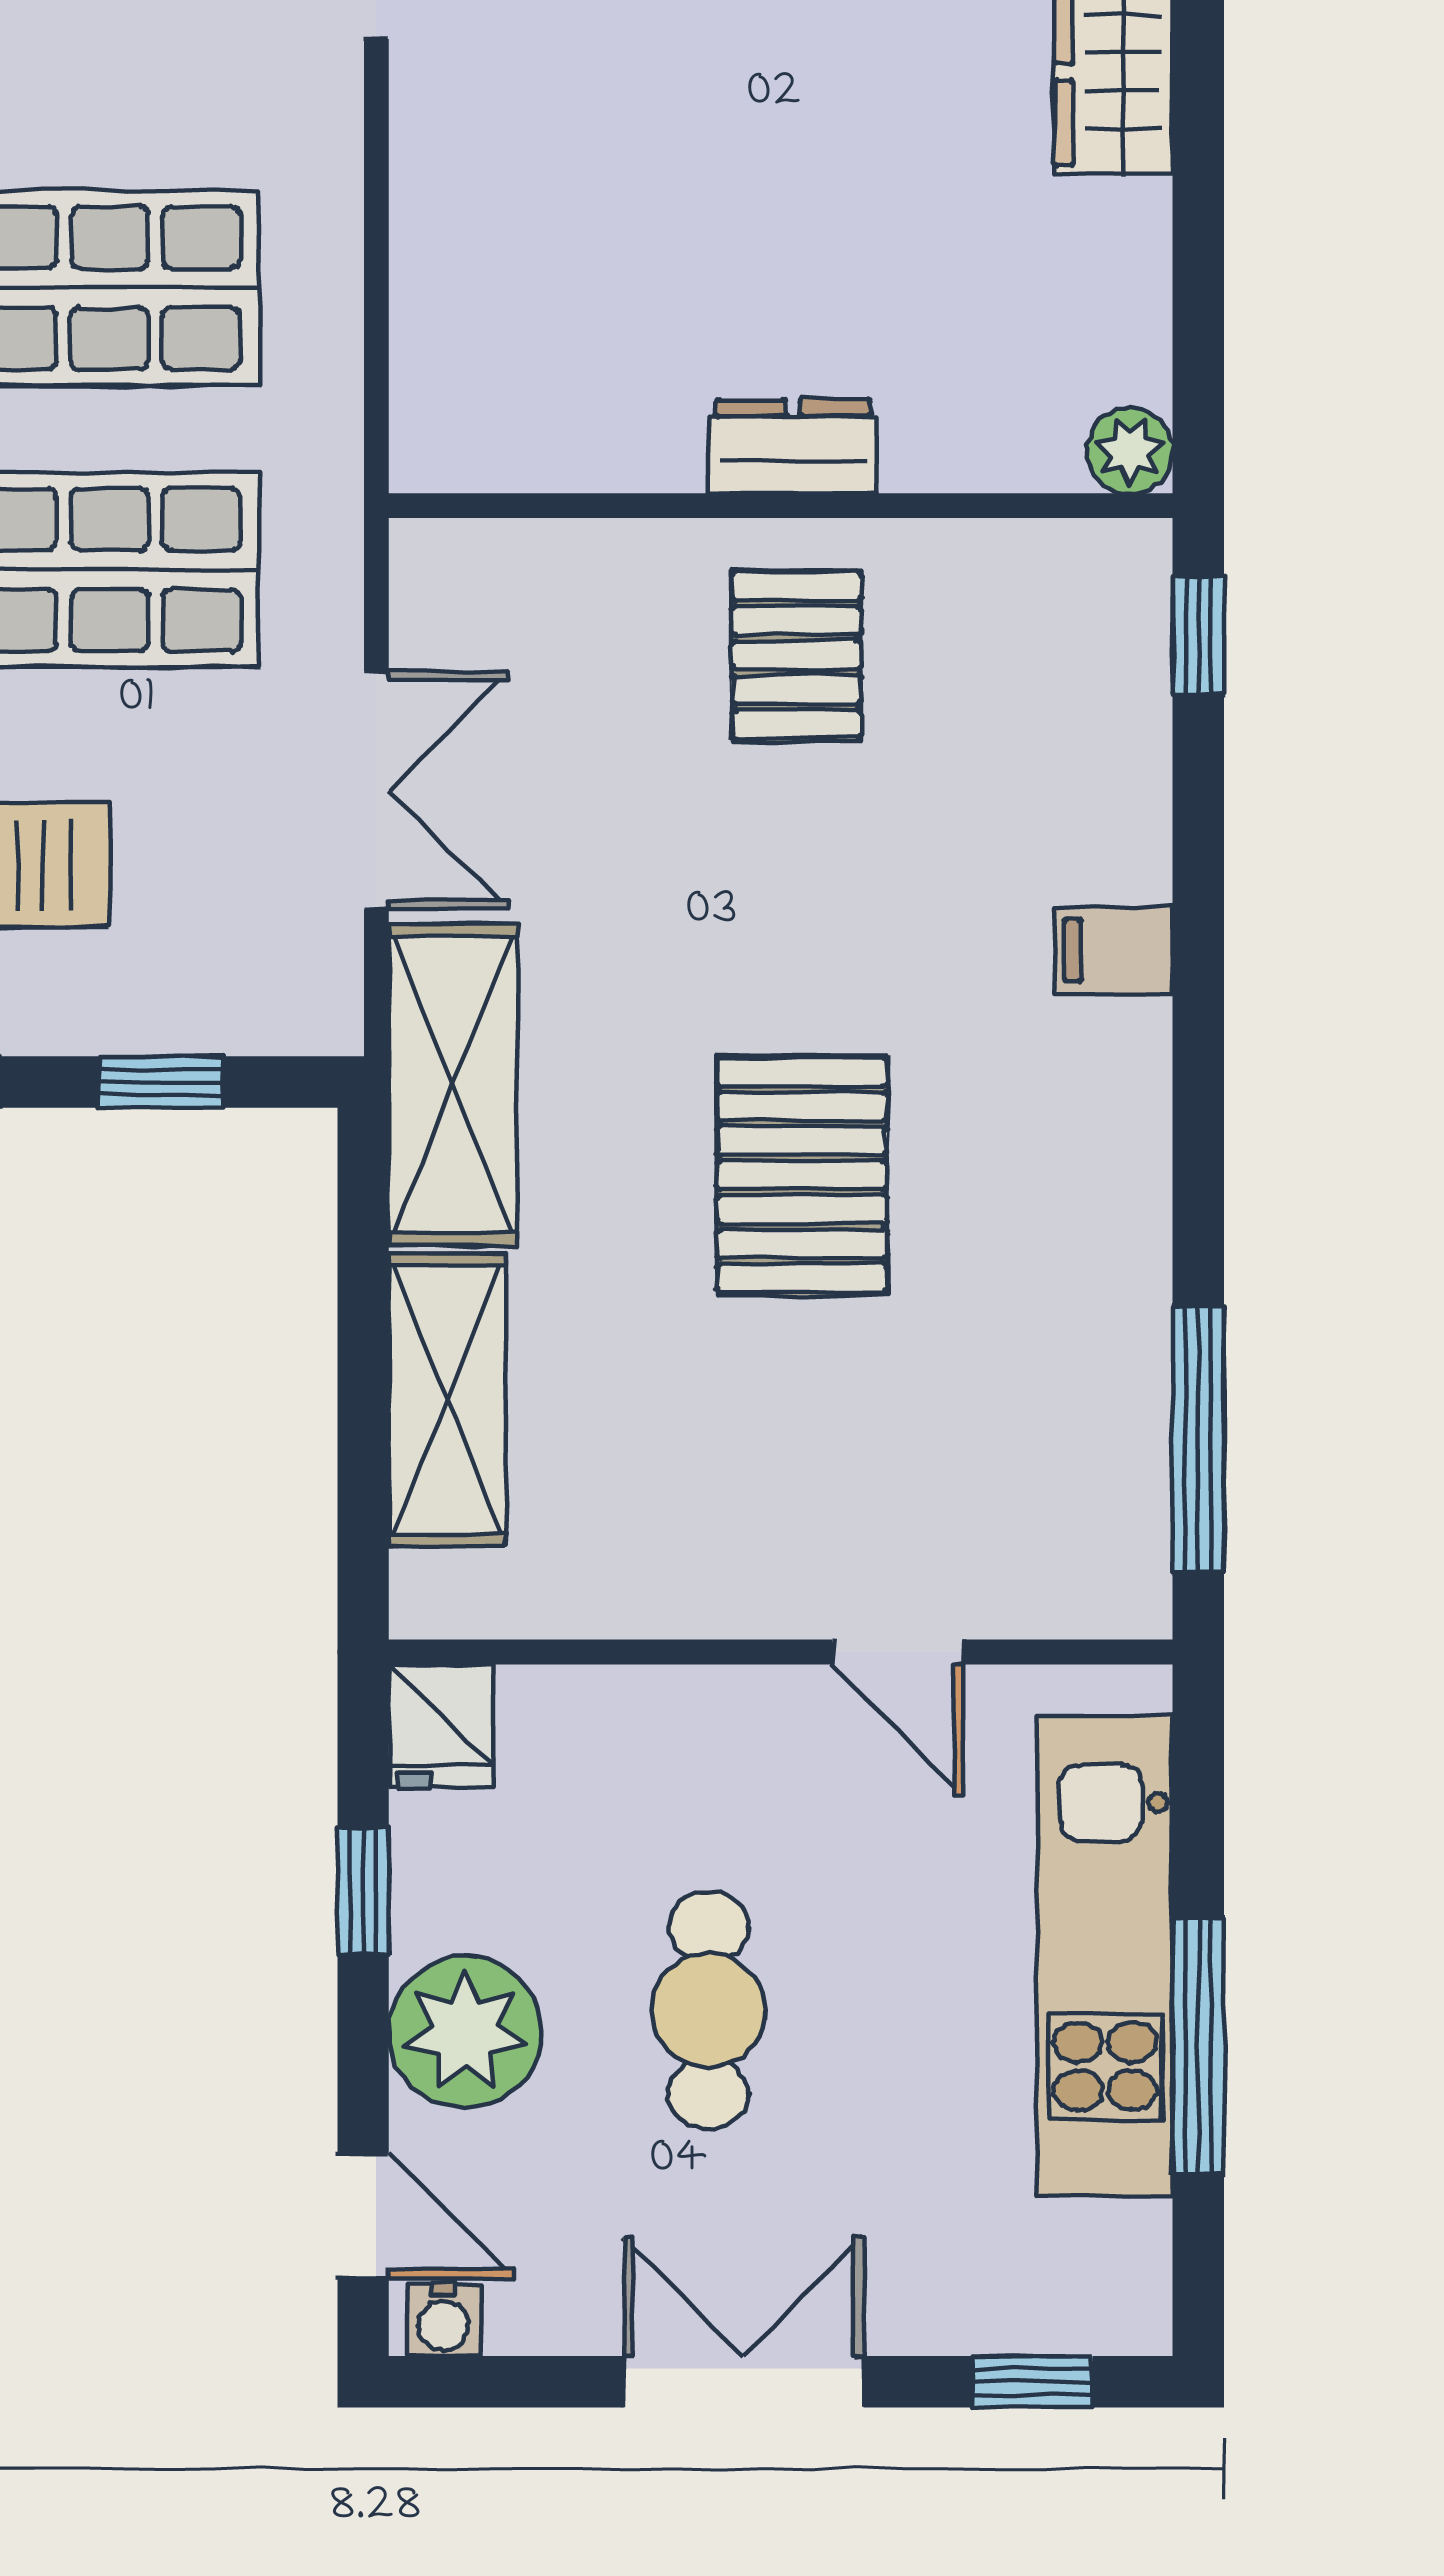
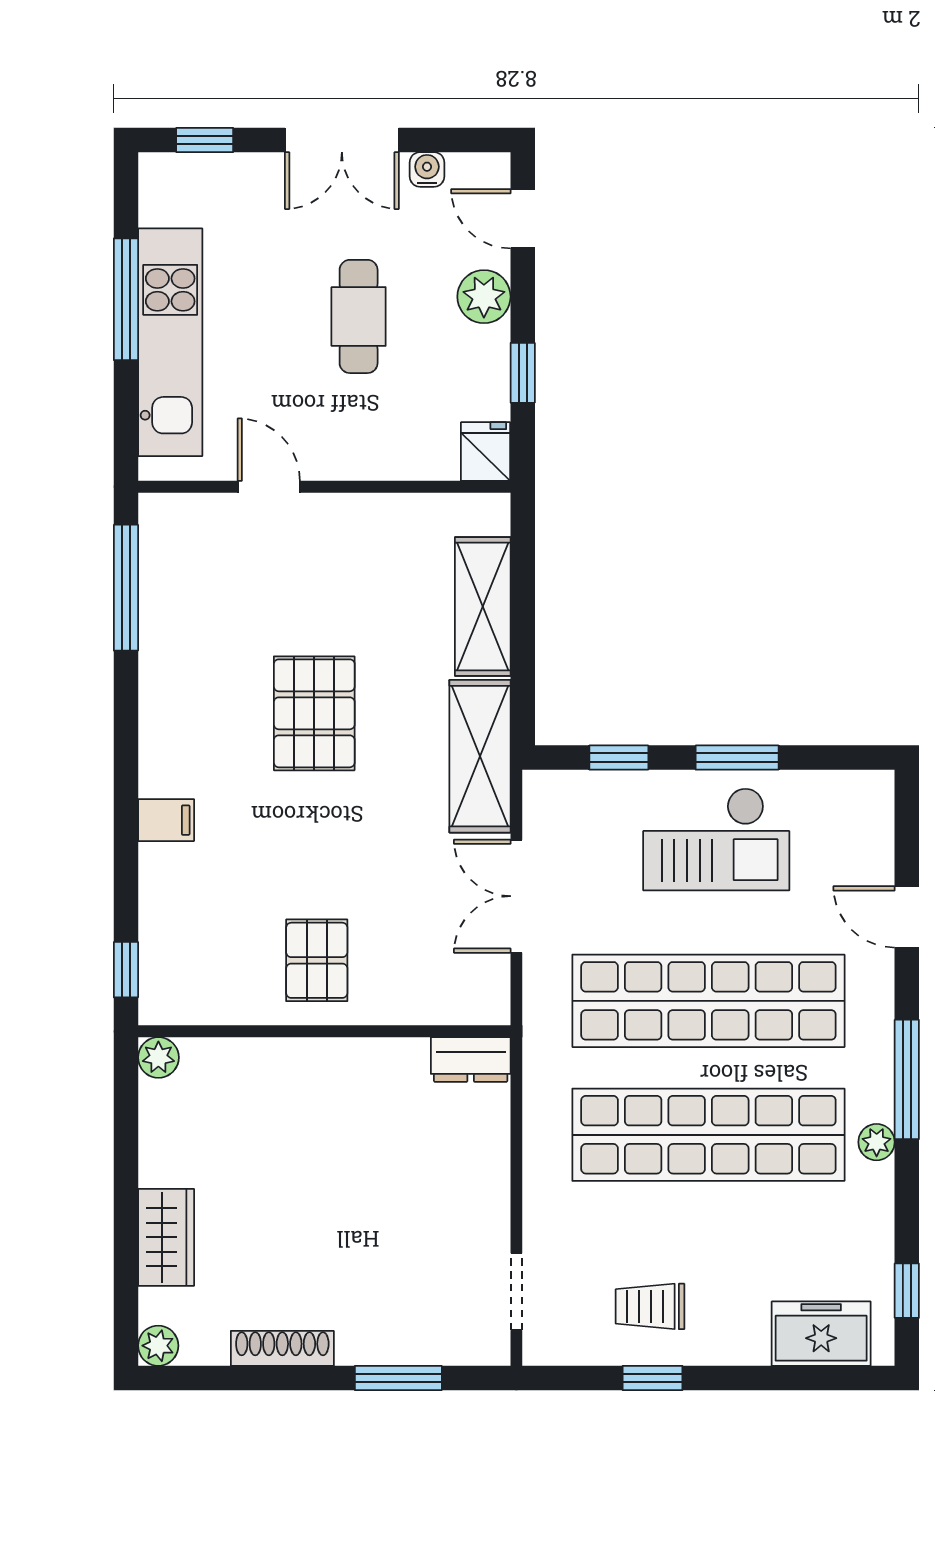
dresser: (793, 446) -> (471, 1060), moved
plant: (465, 2032) -> (484, 297), width x0.73, depth x0.73
water cooler: (443, 2320) -> (427, 169), moved

